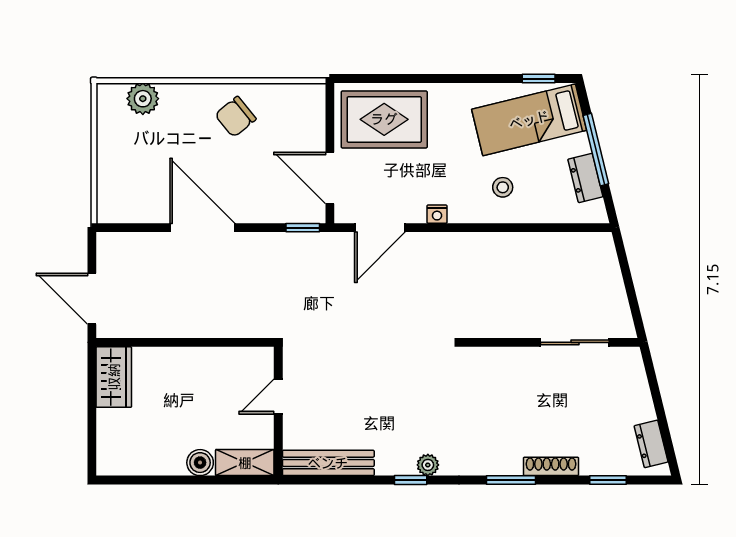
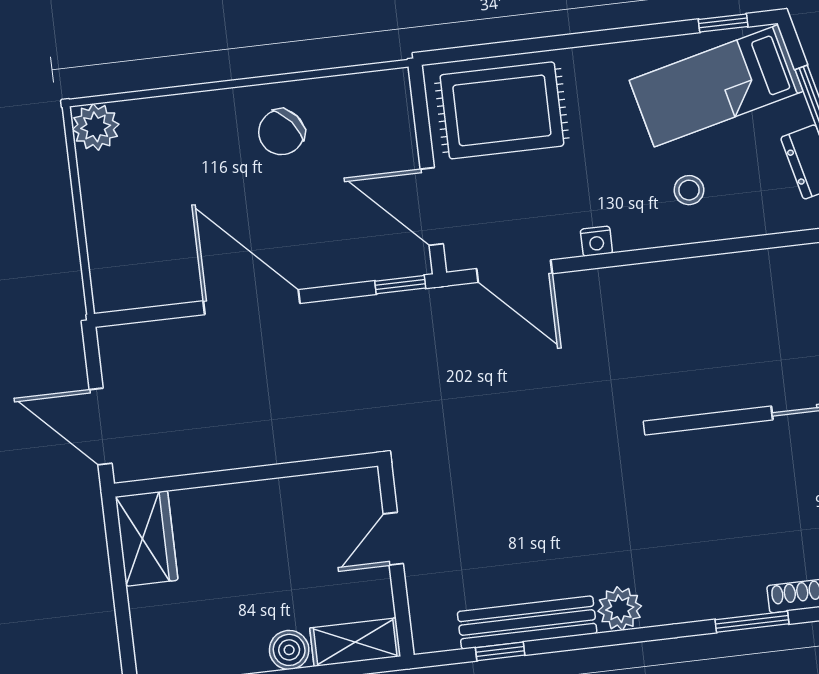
plant: (143, 99) -> (96, 127), moved
door: (380, 228) -> (514, 271), hinge flipped
bench: (328, 463) -> (527, 622), moved
plant: (428, 465) -> (620, 609), width x1.38, depth x1.38
window: (411, 480) -> (500, 651), moved

